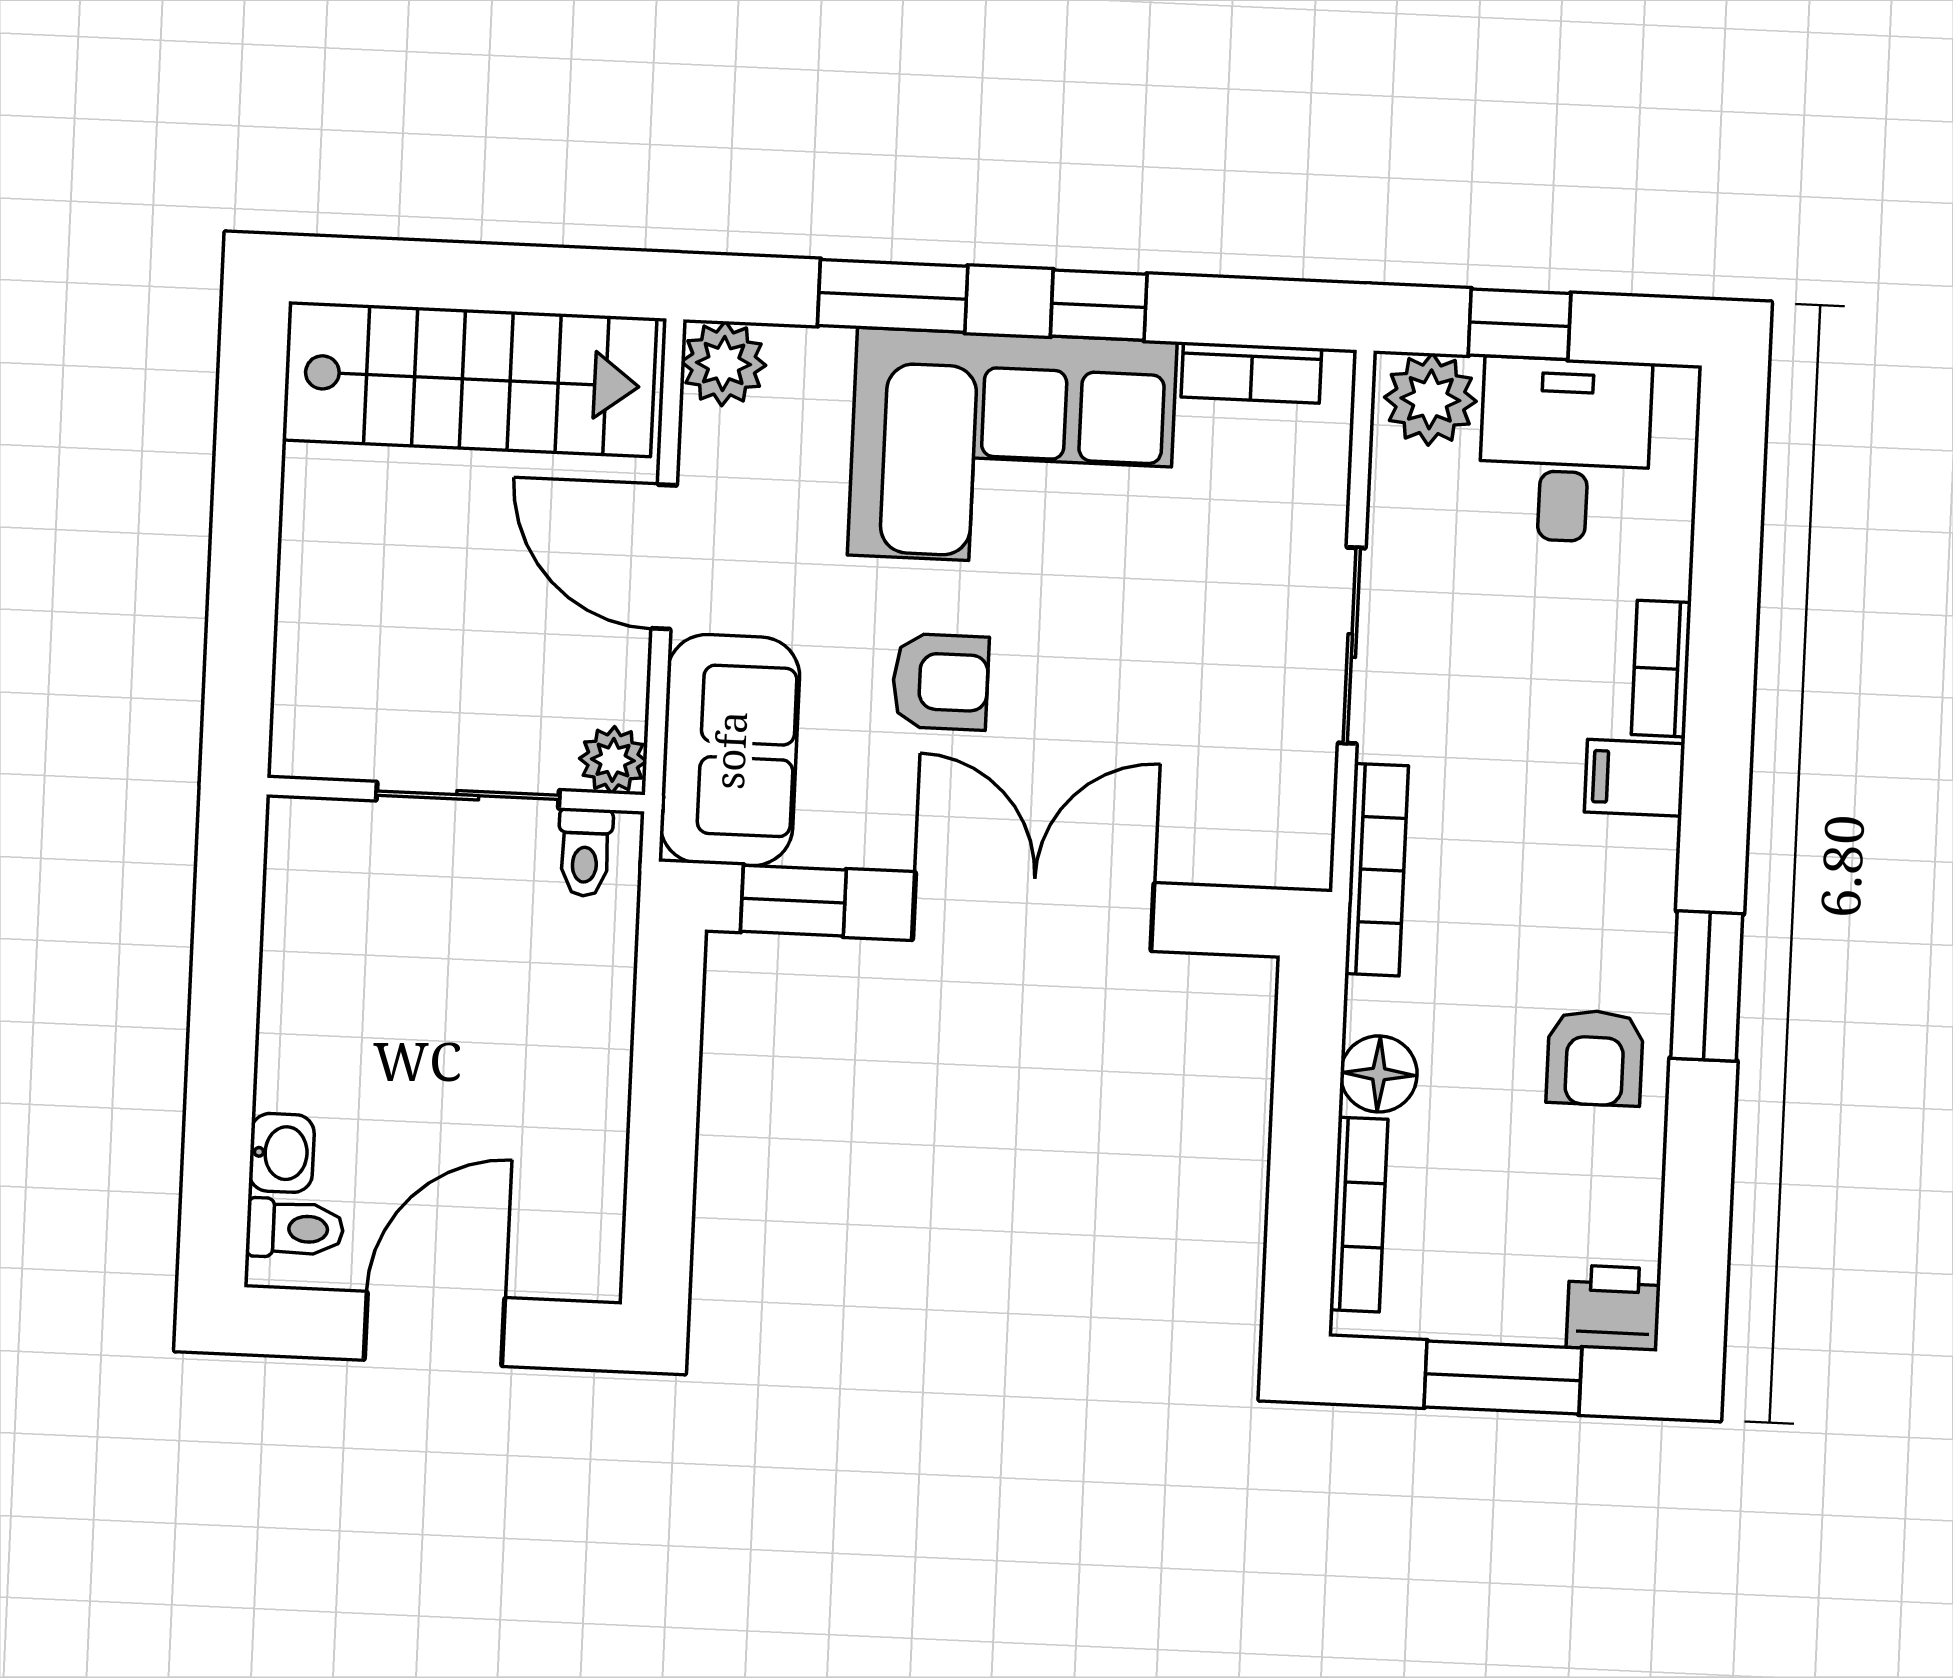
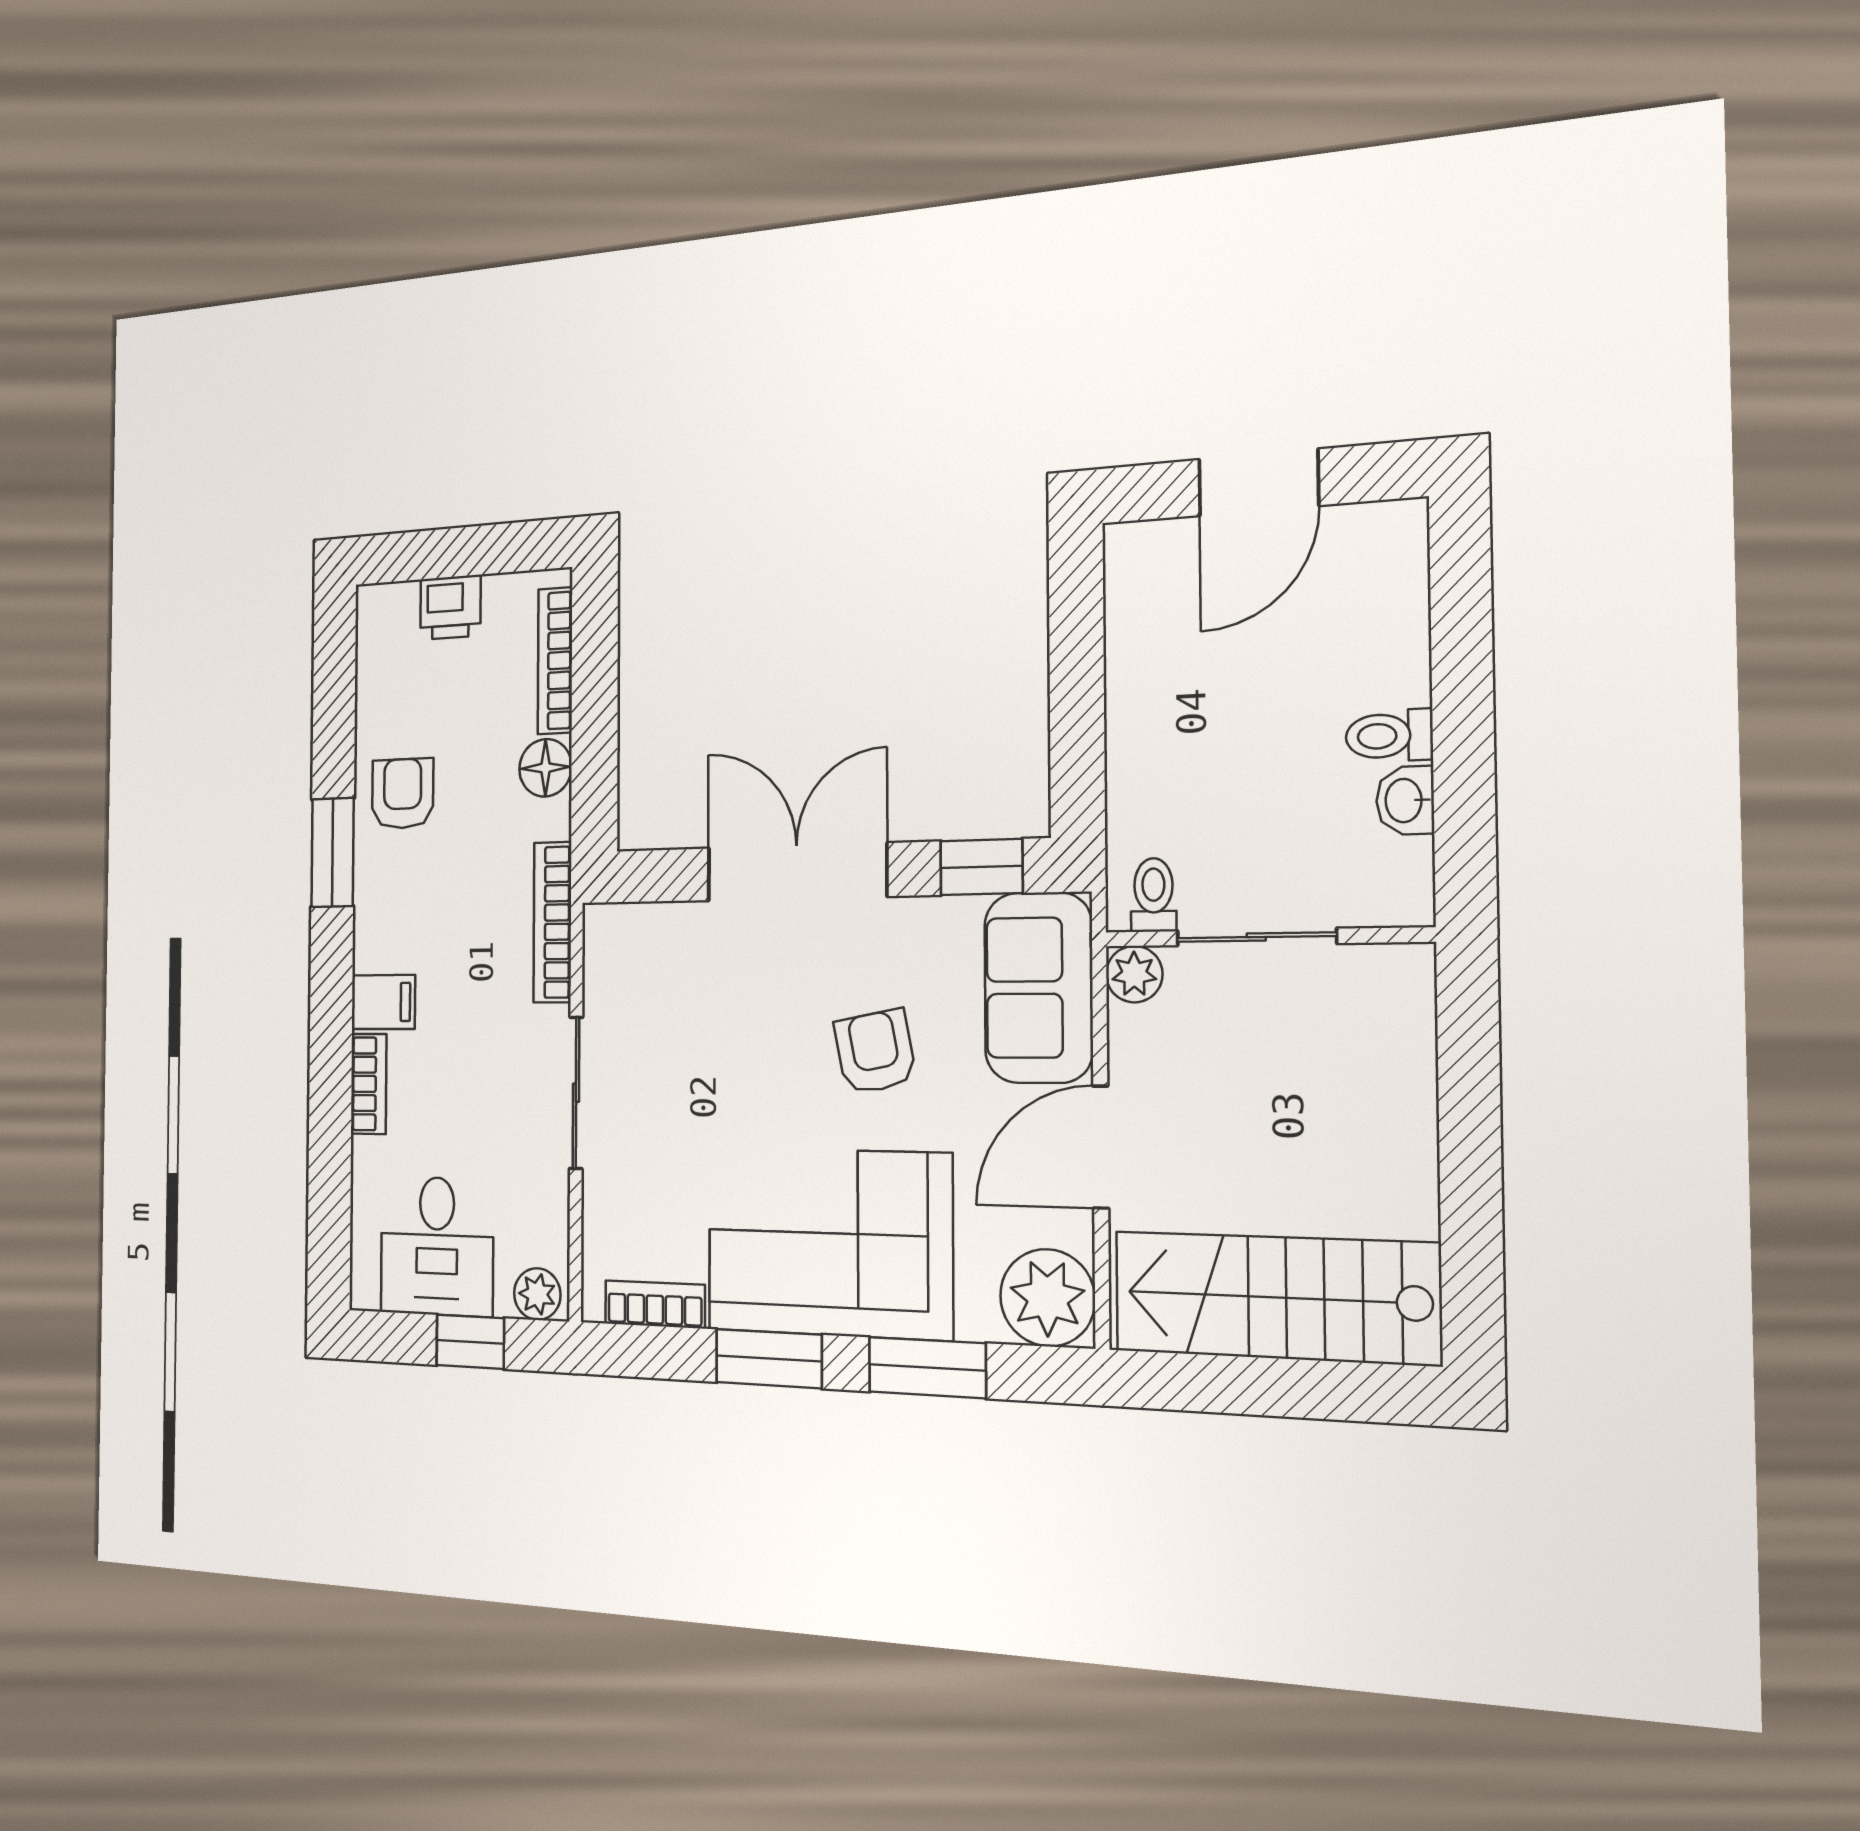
window: (1099, 305) -> (769, 1359), width x1.50
plant: (724, 363) -> (1047, 1298), width x1.36, depth x1.36
plant: (1430, 399) -> (537, 1294), width x0.73, depth x0.73
door: (664, 557) -> (1101, 1147), swing flipped
armchair: (940, 682) -> (875, 1052), turned 79
double door: (1033, 911) -> (797, 872), swing flipped
washbasin: (282, 1153) -> (1405, 800), moved
toilet: (295, 1229) -> (1389, 736), moved
printer: (1614, 1308) -> (450, 607), moved
window: (1503, 1377) -> (455, 552), removed

